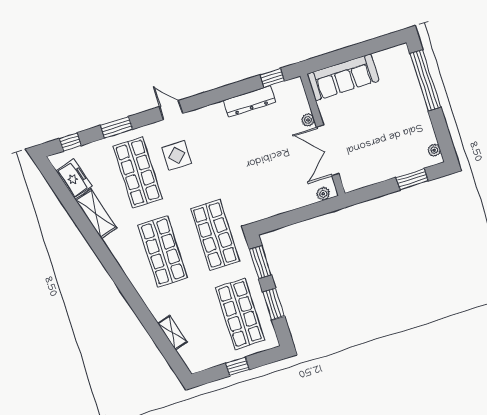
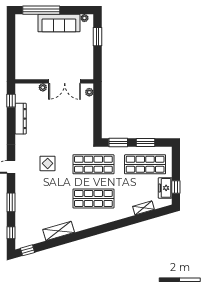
sofa: (343, 77) -> (59, 23), moved, turned 90
display table: (177, 155) -> (48, 163), moved
shop shelf: (138, 172) -> (42, 198), removed
window: (51, 176) -> (28, 250), added
freezer: (74, 179) -> (165, 188), moved, turned -74
window: (237, 367) -> (176, 187), moved

